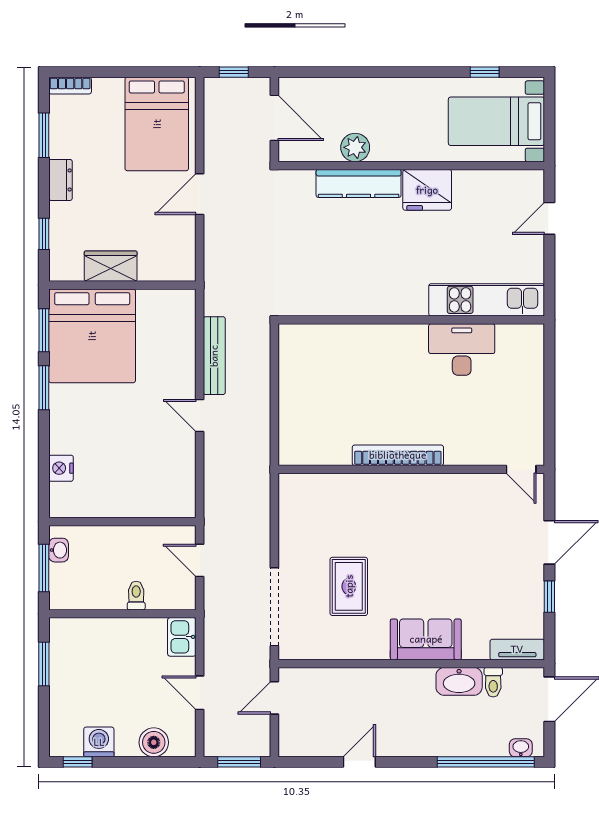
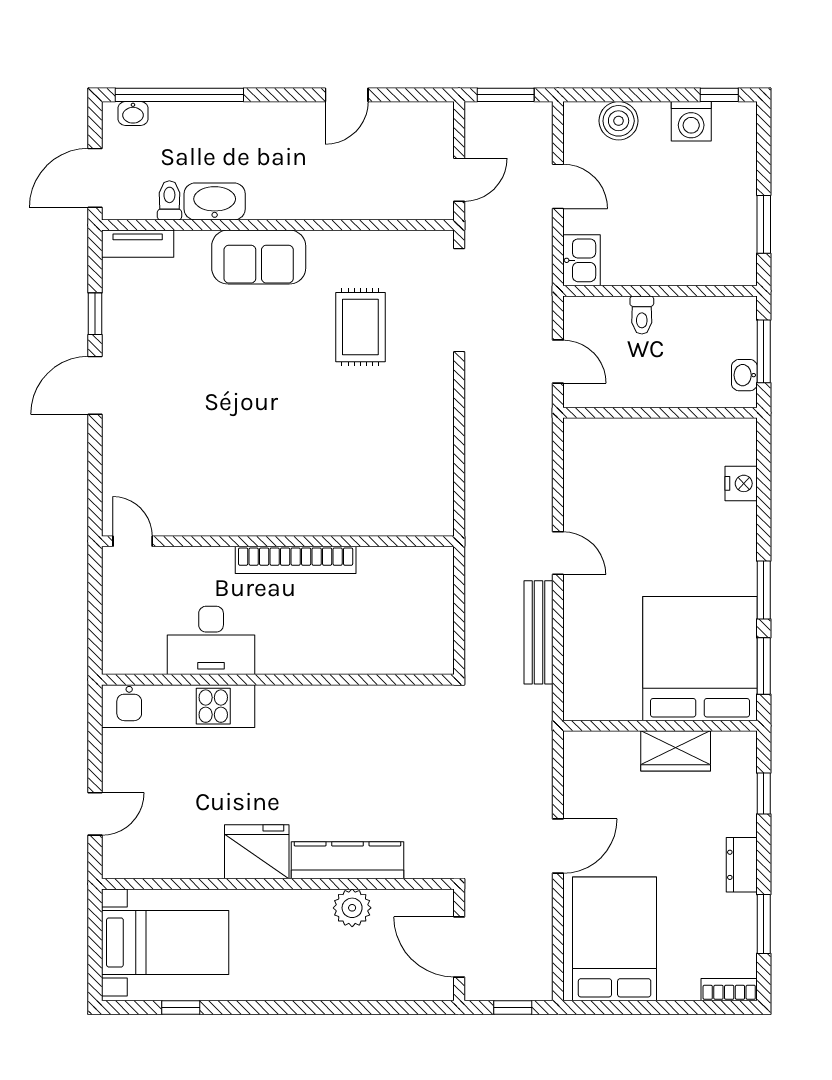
bookcase: (398, 455) -> (296, 560), moved
wall: (411, 469) -> (278, 541), moved
door: (521, 469) -> (133, 541), moved

